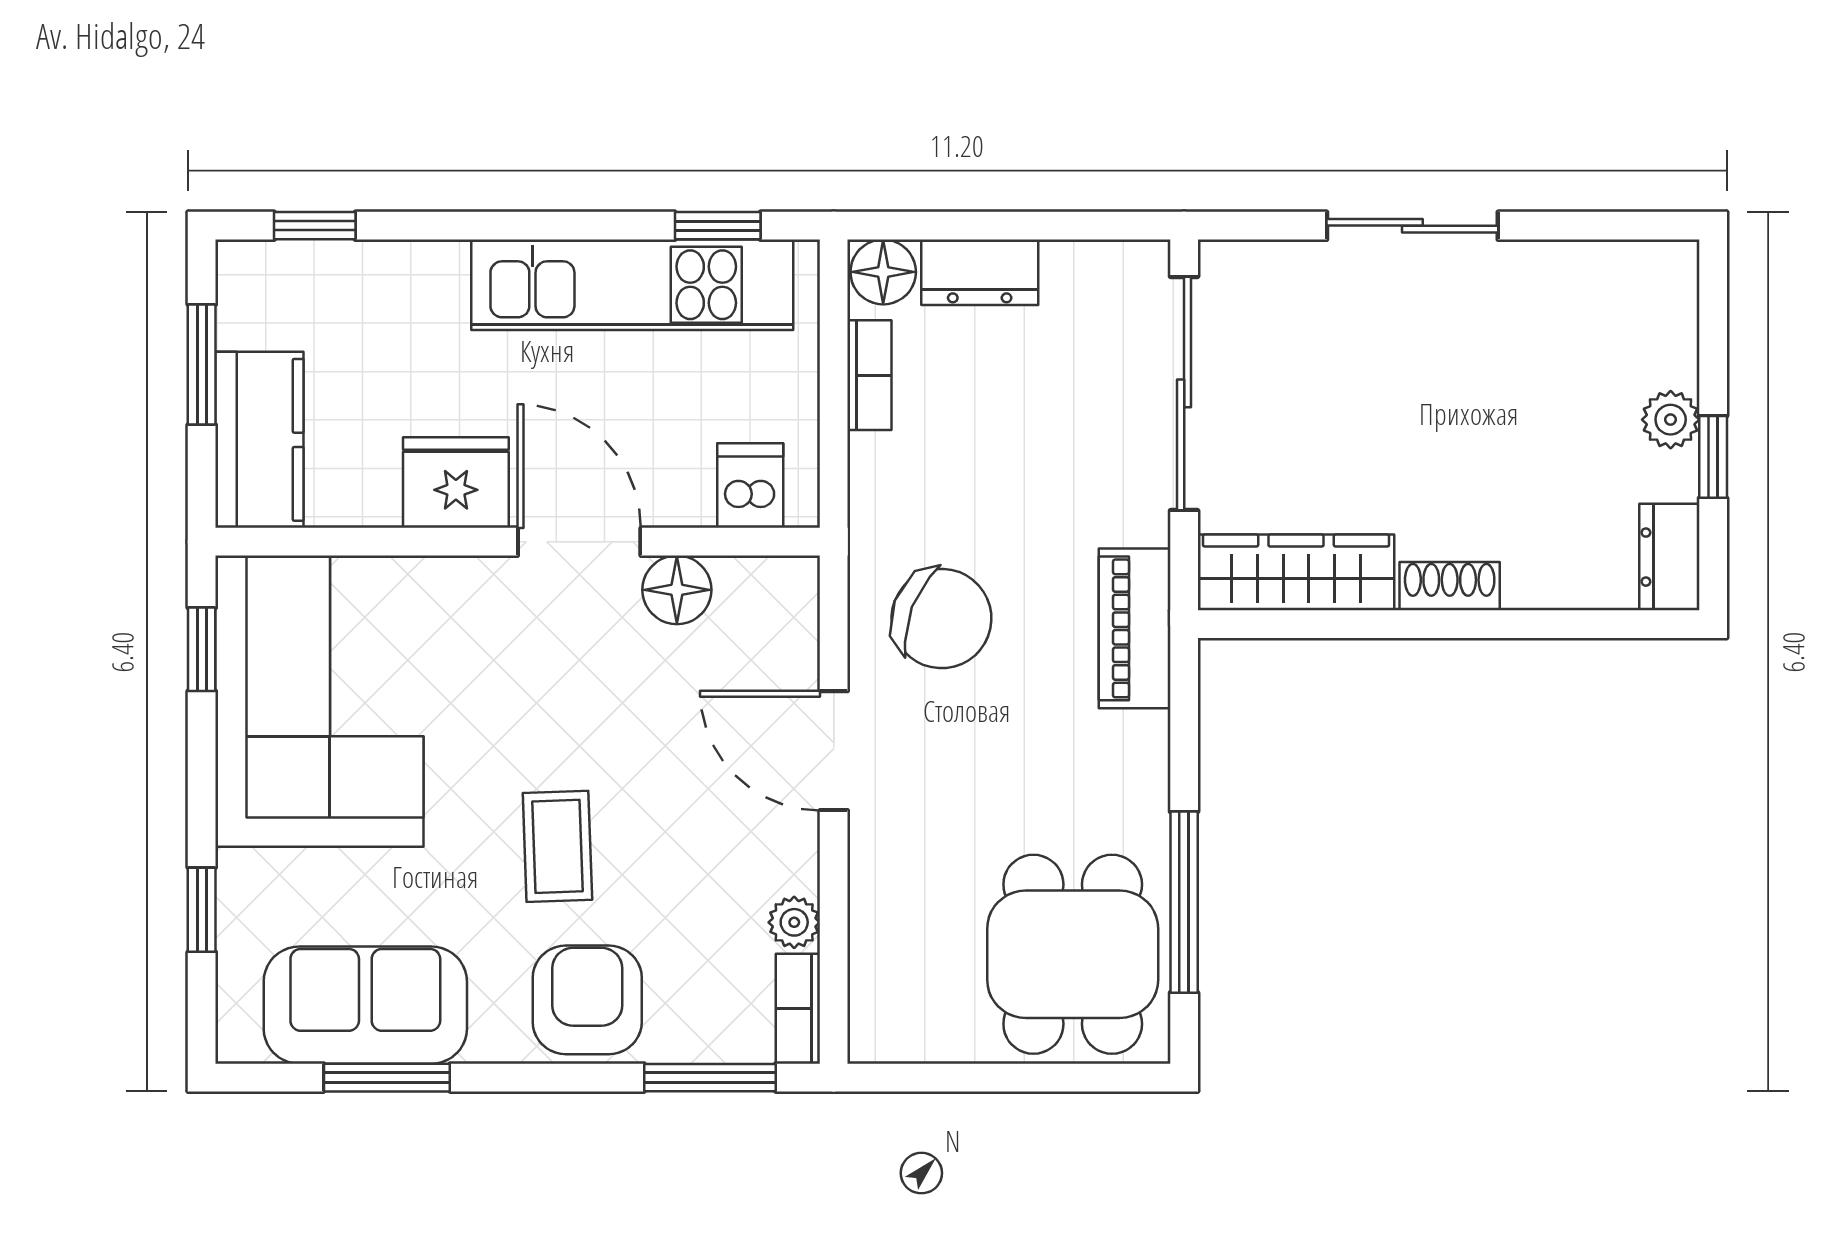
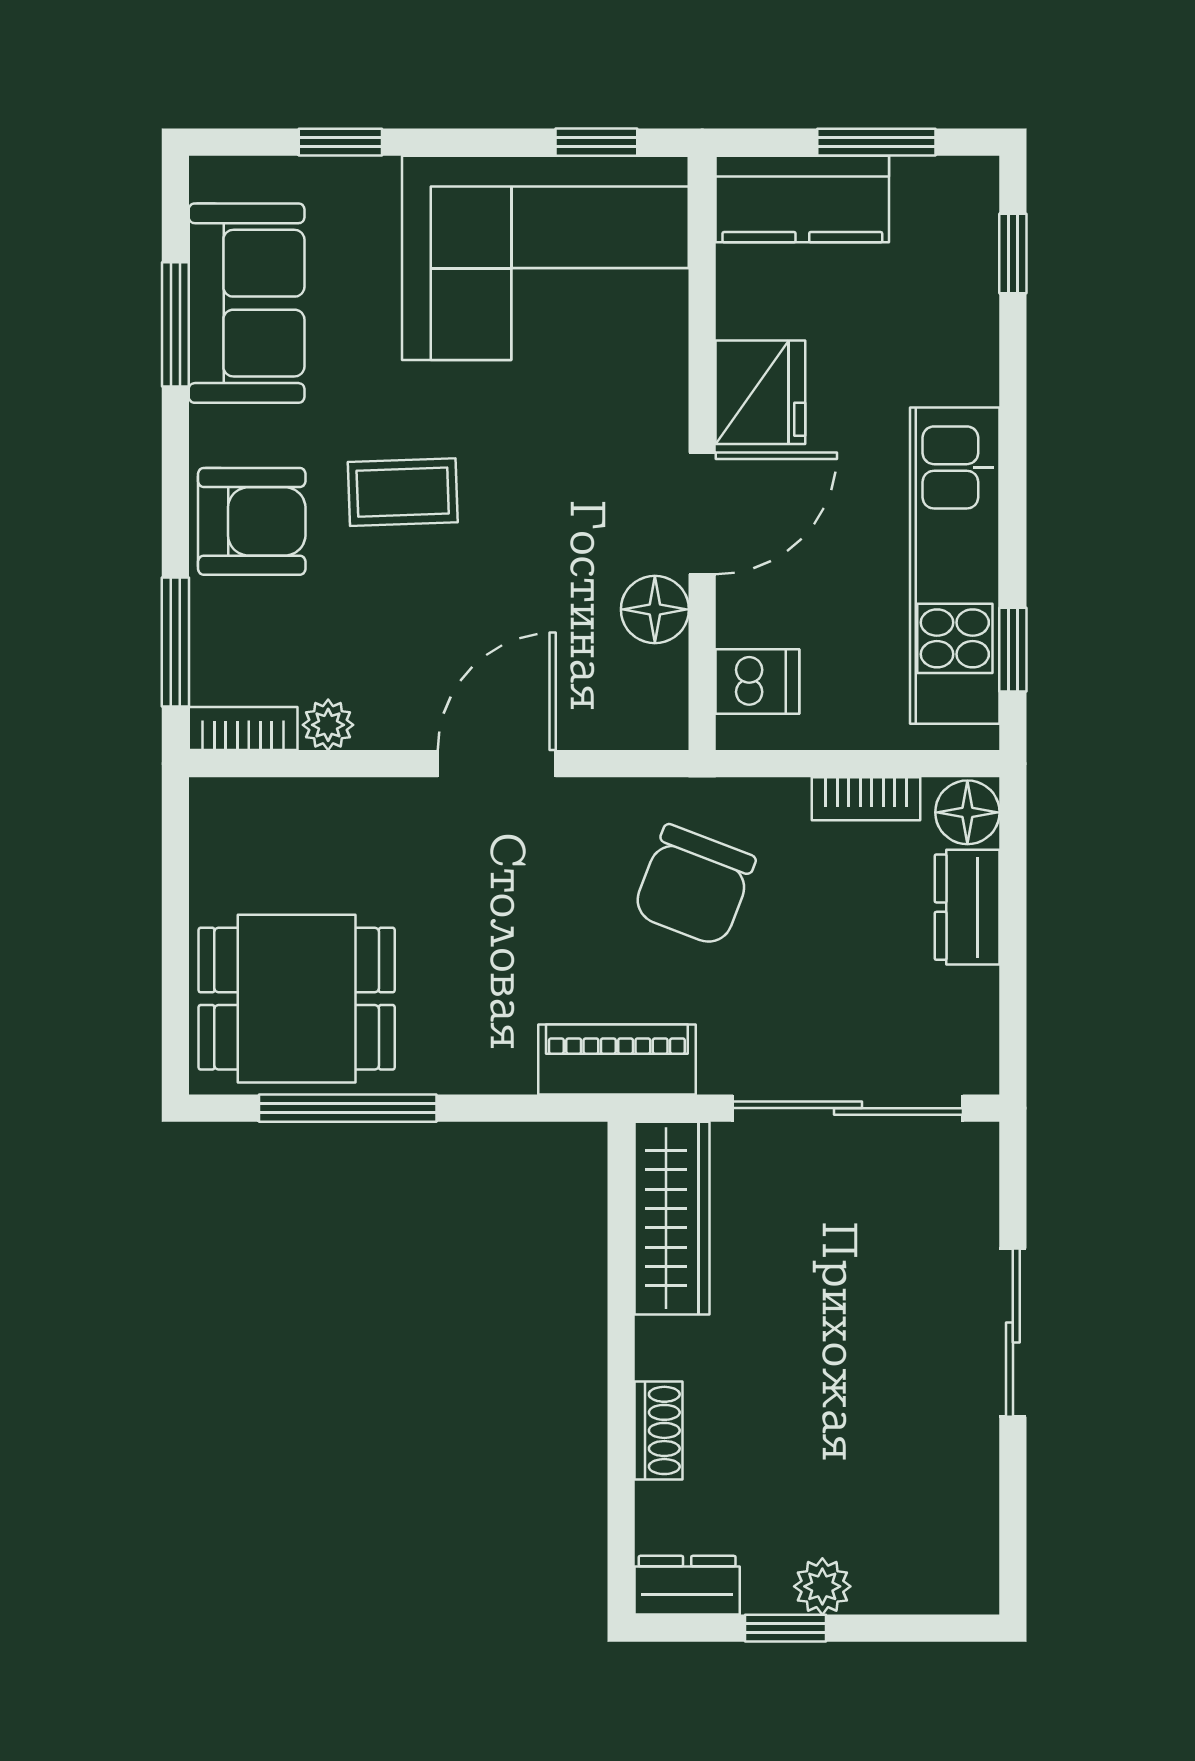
shoe rack: (1450, 586) -> (659, 1430), moved
chair: (941, 619) -> (694, 886), moved

